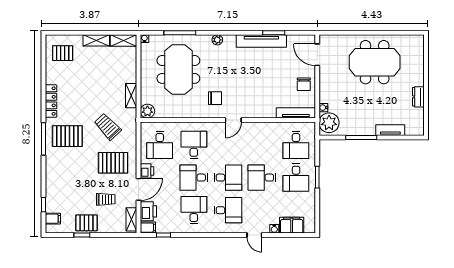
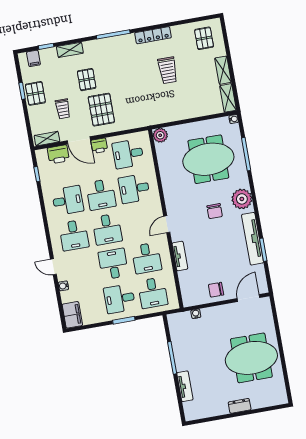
plant: (217, 40) -> (242, 199), width x1.88, depth x1.88
meeting table: (375, 62) -> (251, 358), turned 90
shelving: (131, 96) -> (70, 50), moved
dresser: (418, 97) -> (240, 406), moved
chair: (215, 98) -> (215, 211), moved
tv unit: (296, 113) -> (180, 256), moved, width x0.71
door: (233, 120) -> (167, 224), hinge flipped
plant: (329, 123) -> (181, 322), removed
trolley: (108, 127) -> (168, 70), moved, turned 133
pallet: (67, 136) -> (87, 80), moved, width x0.67, depth x0.71
desk: (194, 145) -> (134, 189), turned 180
desk: (262, 145) -> (147, 258), added
desk: (296, 145) -> (153, 293), turned -90
desk: (194, 178) -> (101, 195), turned 180
filing cabinet: (292, 225) -> (72, 315), moved
filing cabinet: (148, 228) -> (42, 157), removed
door: (254, 235) -> (53, 267), hinge flipped

